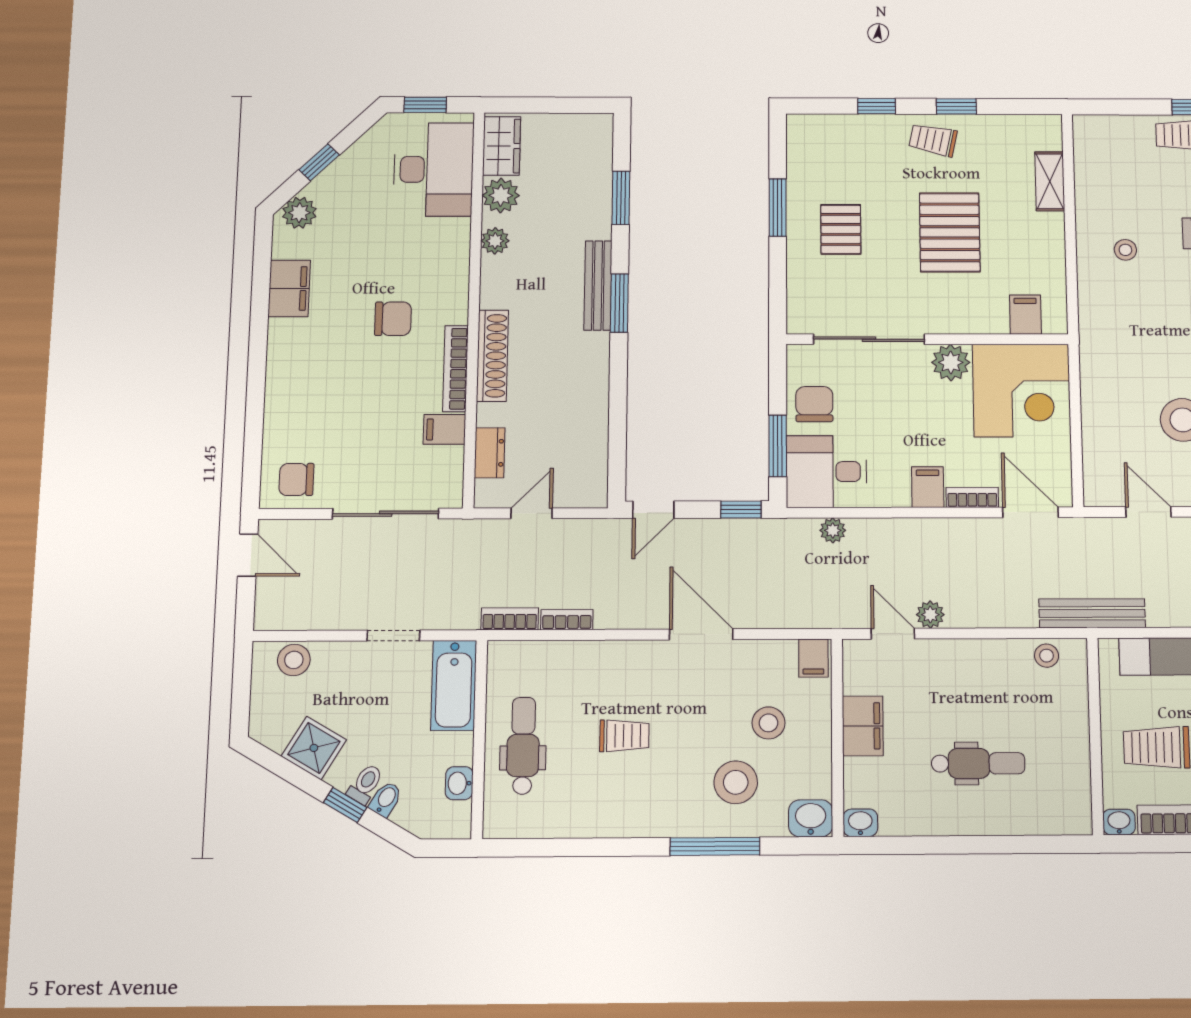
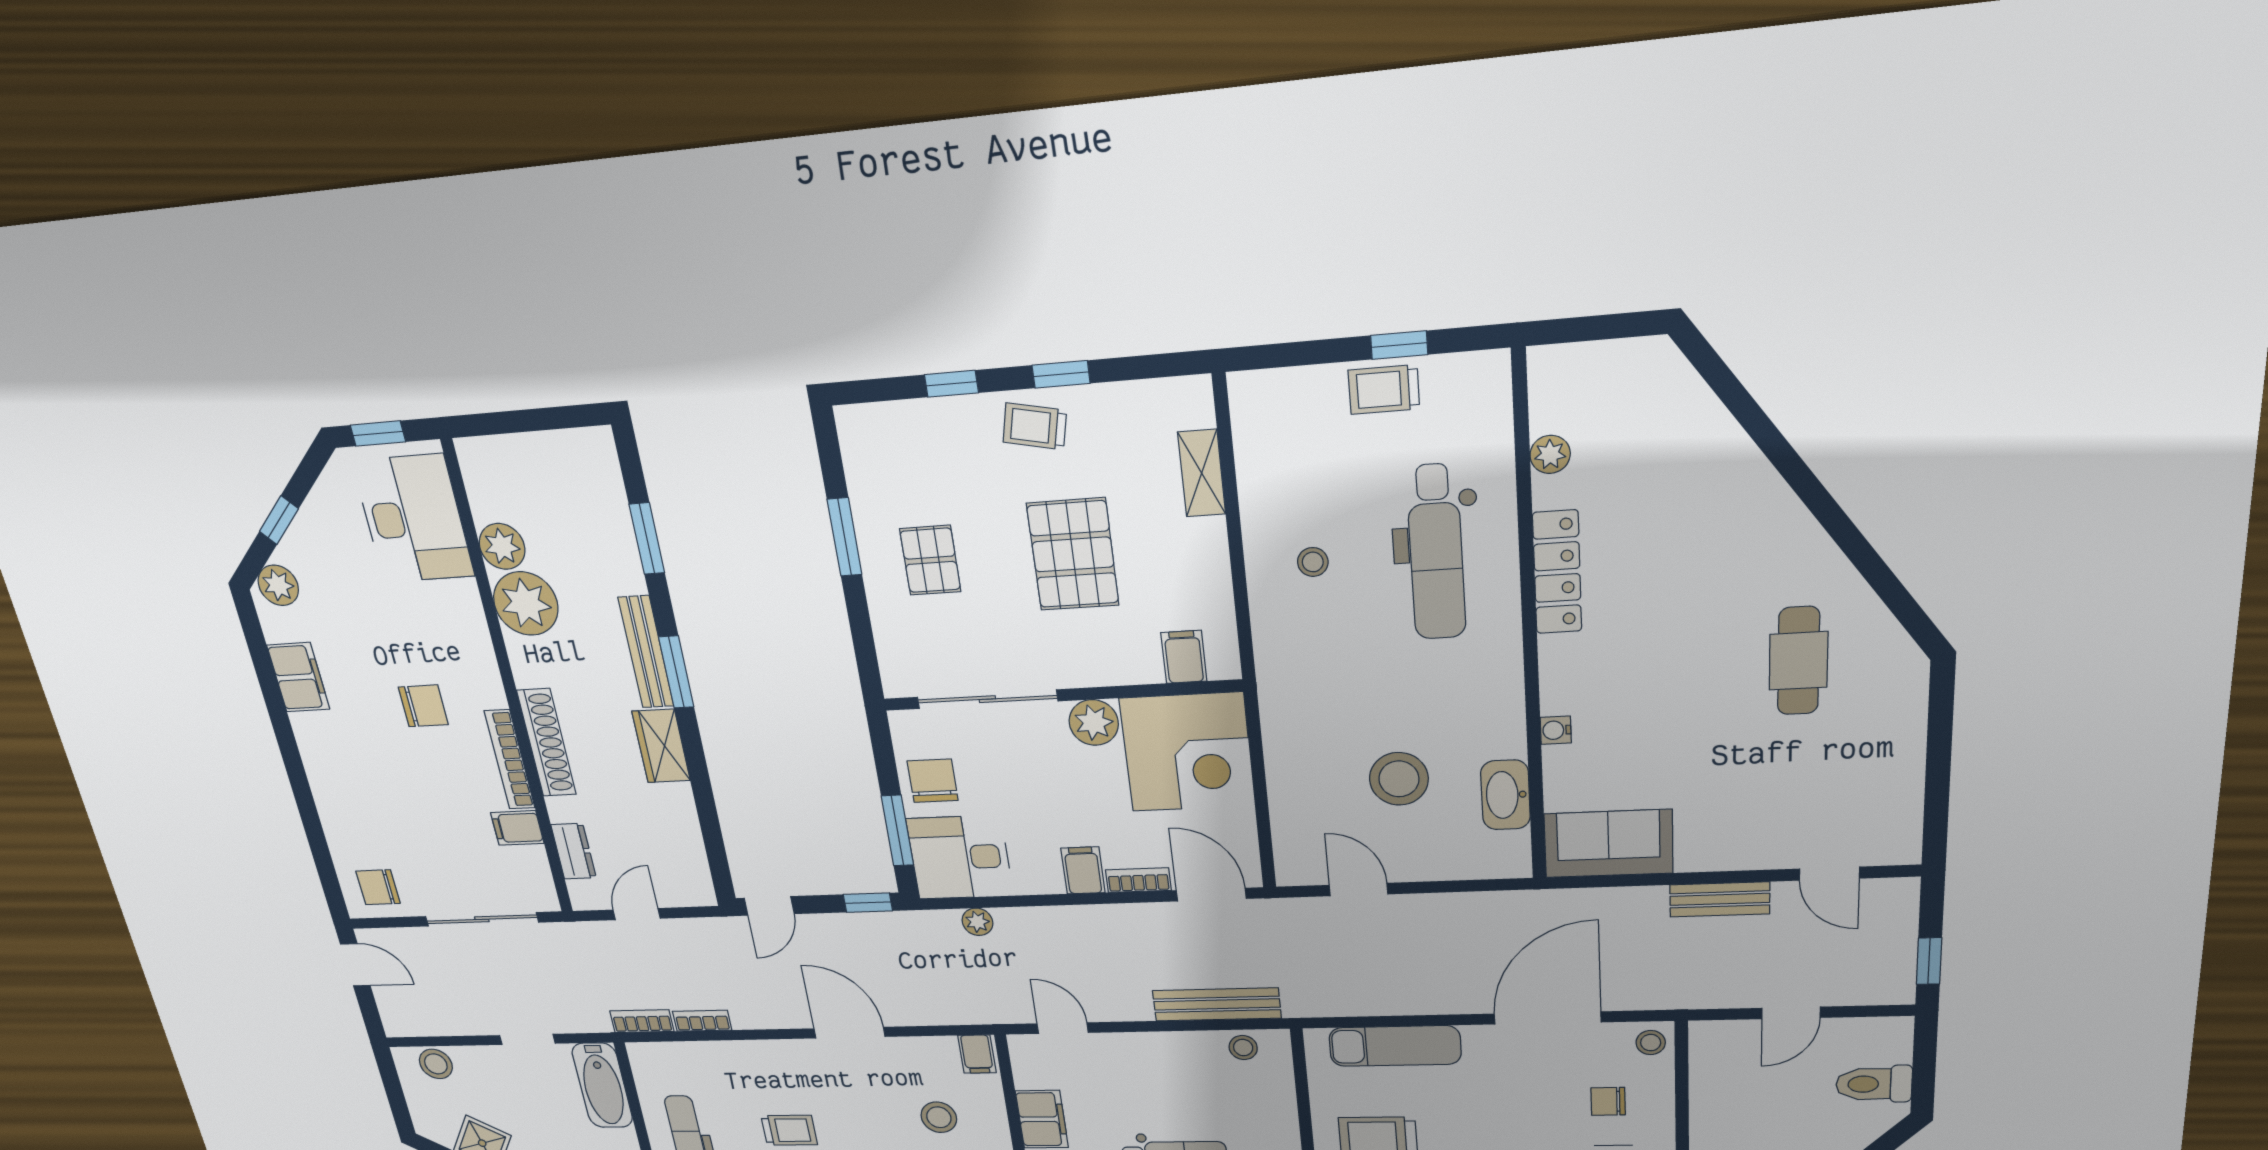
wardrobe: (502, 146) -> (661, 746), moved, turned 180
plant: (495, 241) -> (526, 604), width x1.88, depth x1.88
bench: (1092, 613) -> (1217, 1004), moved
plant: (930, 615) -> (1103, 1008), removed

